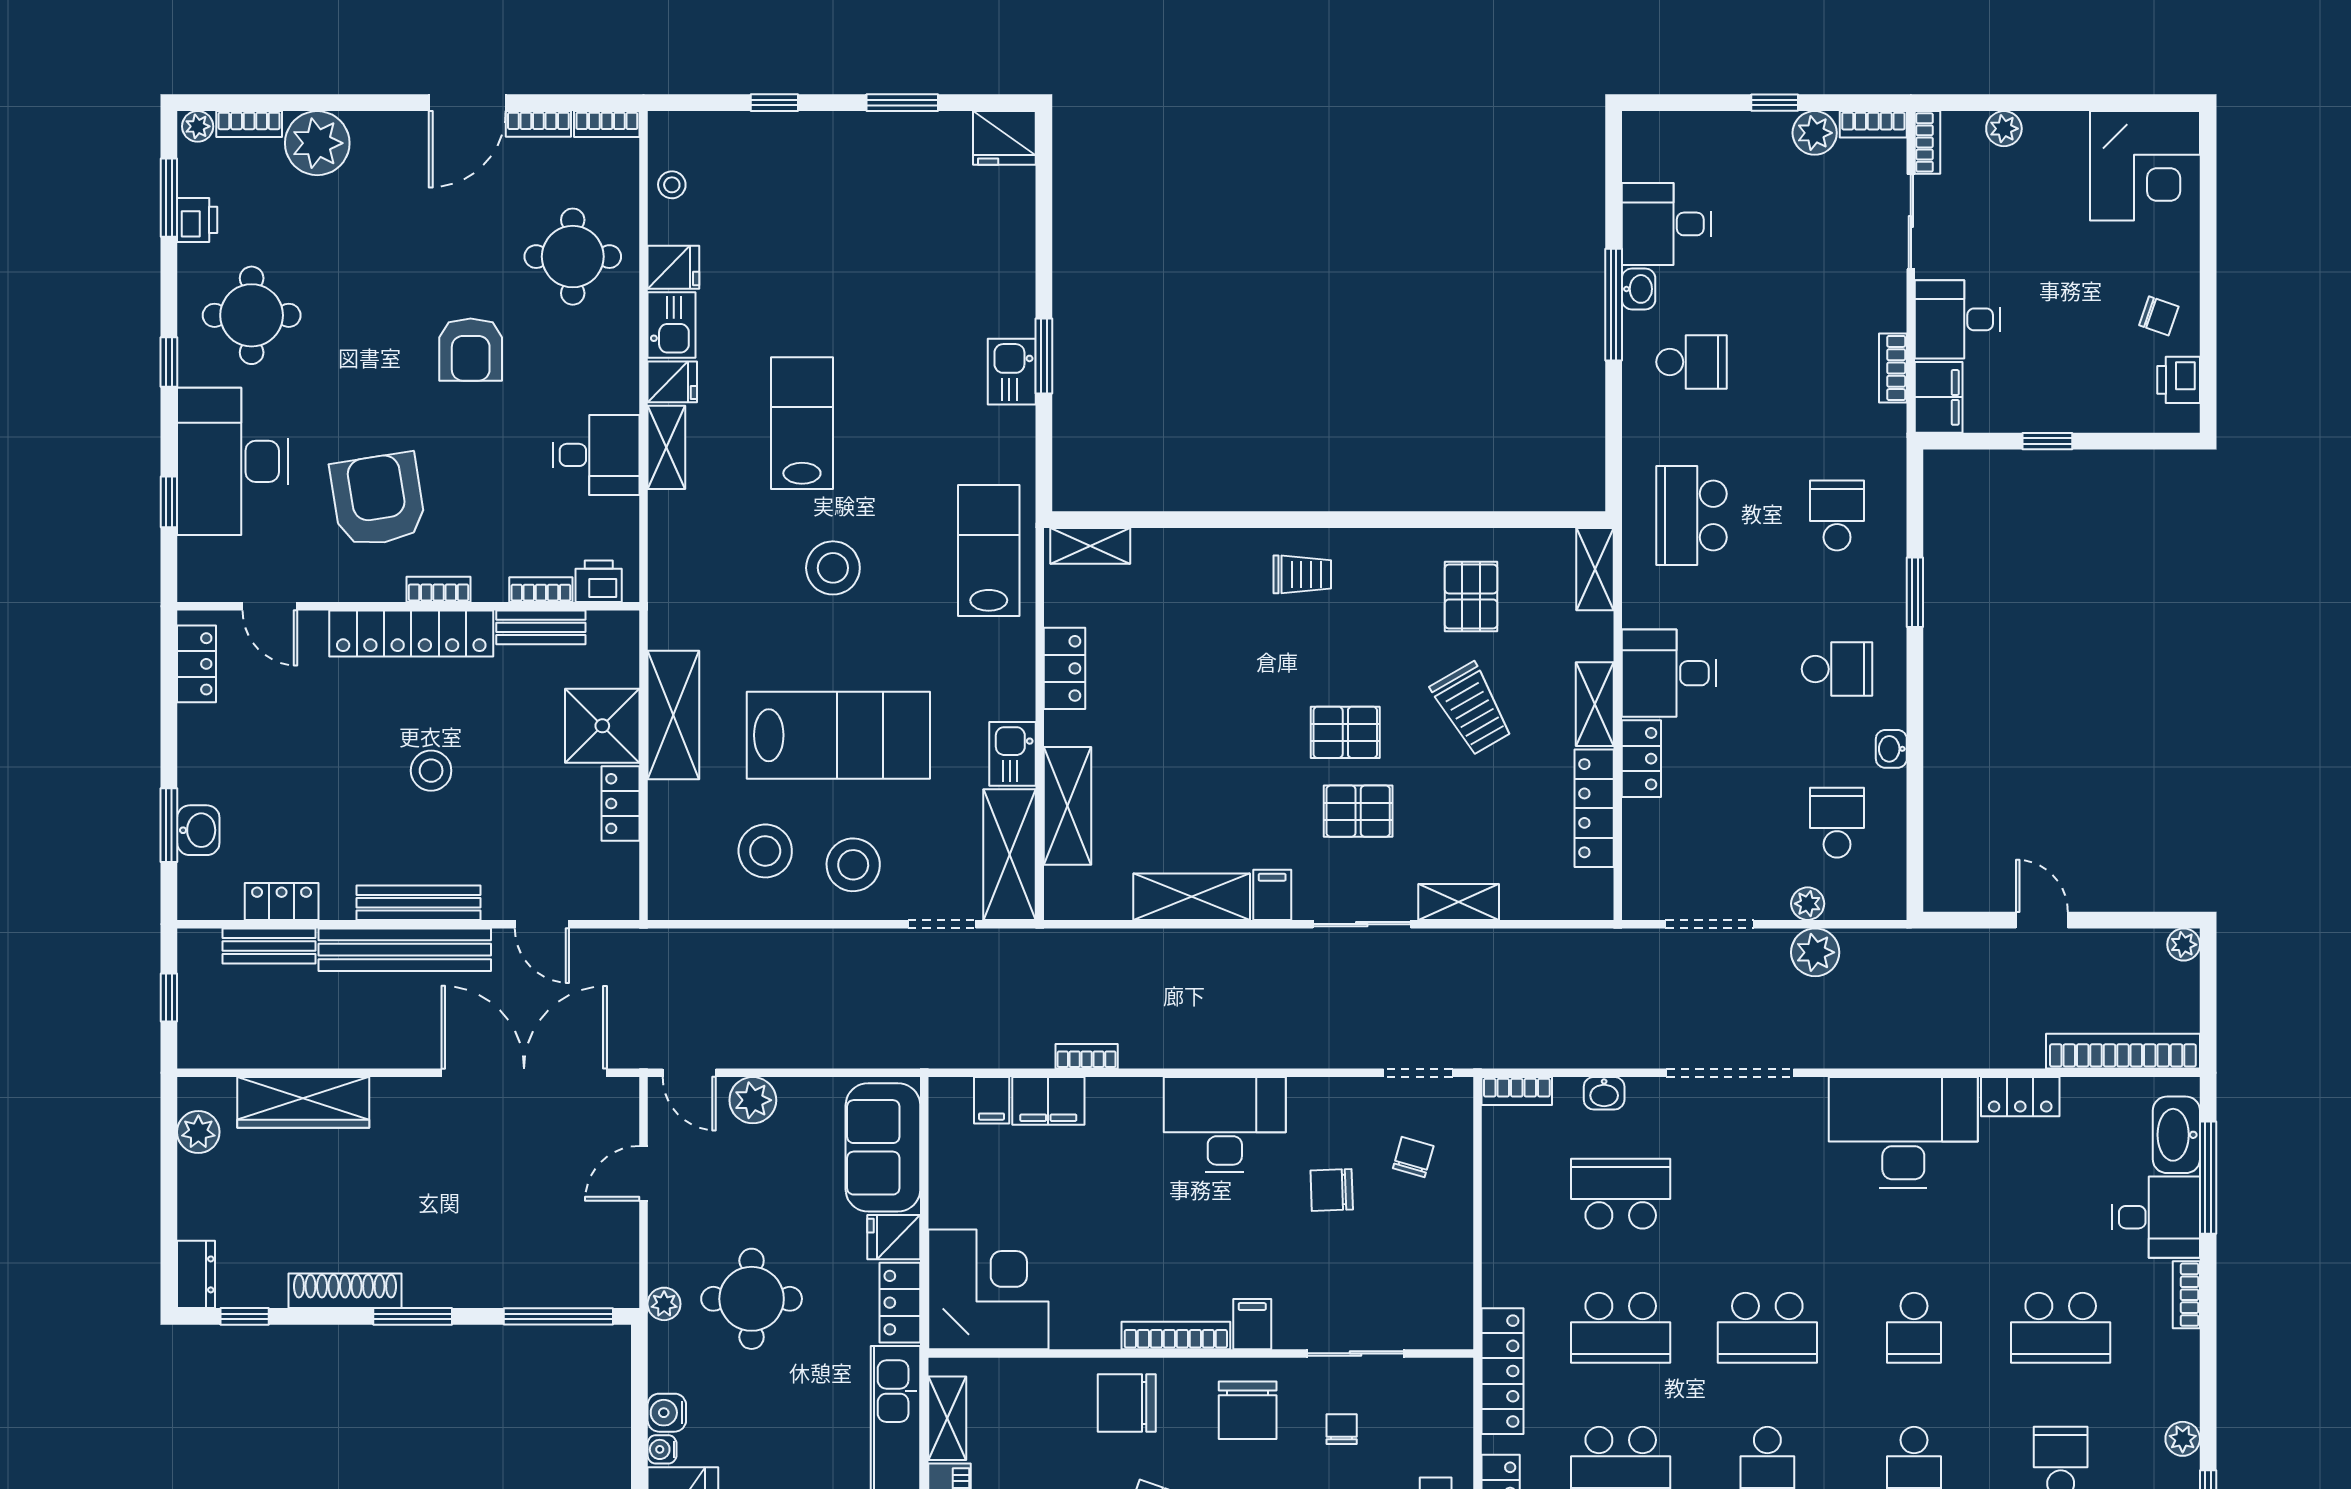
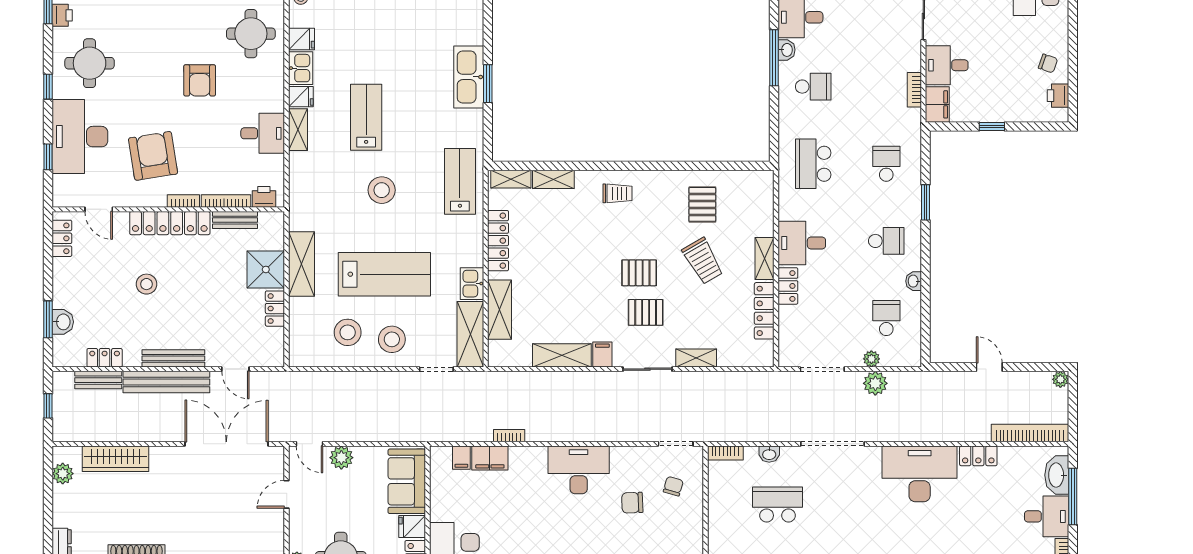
kitchen sink: (1012, 372) -> (469, 77), width x1.87, depth x1.24
shelving: (1595, 569) -> (553, 179), moved, turned 90
bookcase: (541, 590) -> (226, 201), width x1.56
locker: (1065, 668) -> (498, 241), width x1.53
stool: (431, 771) -> (146, 284), moved

